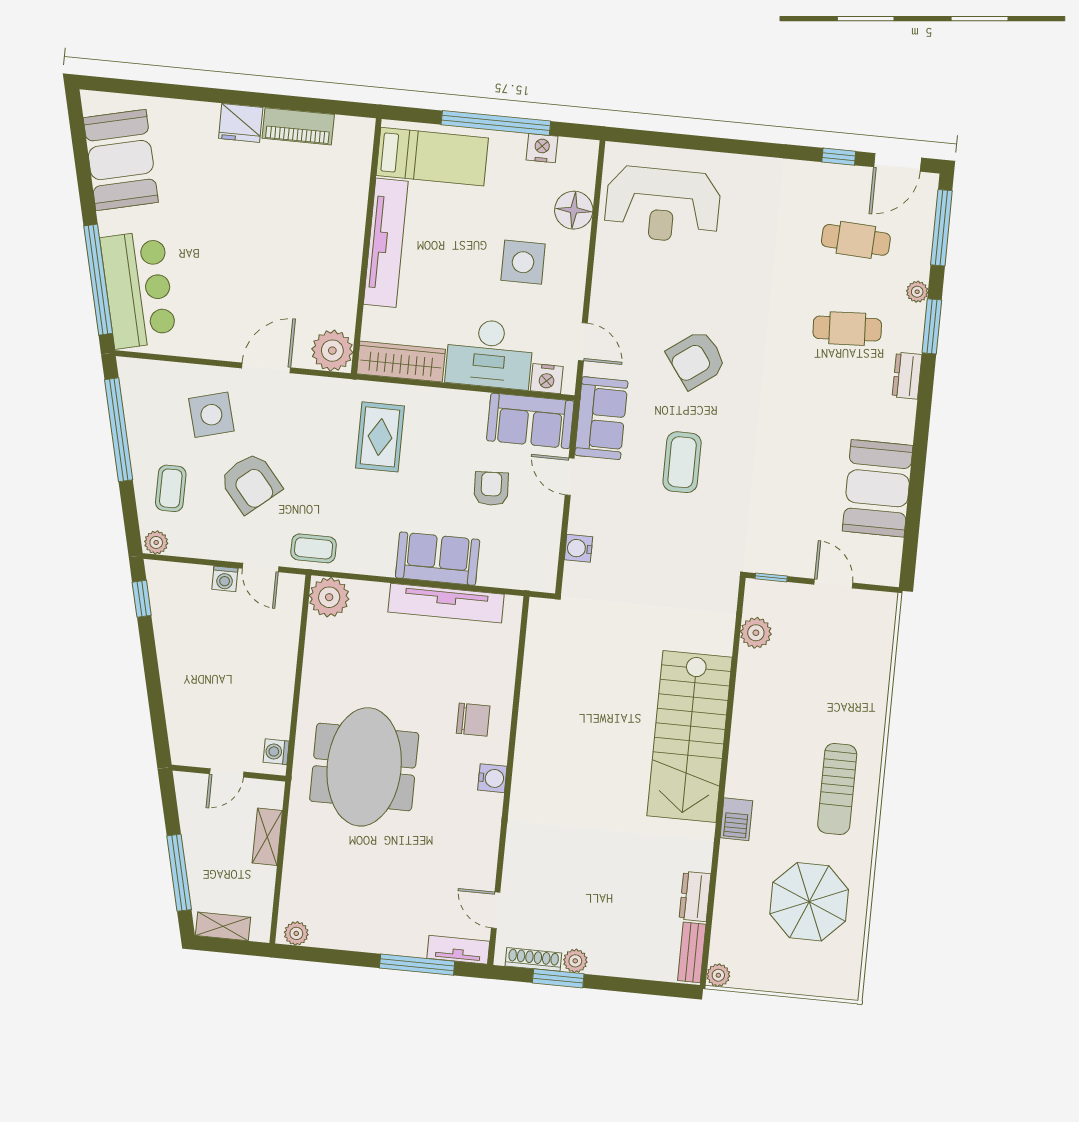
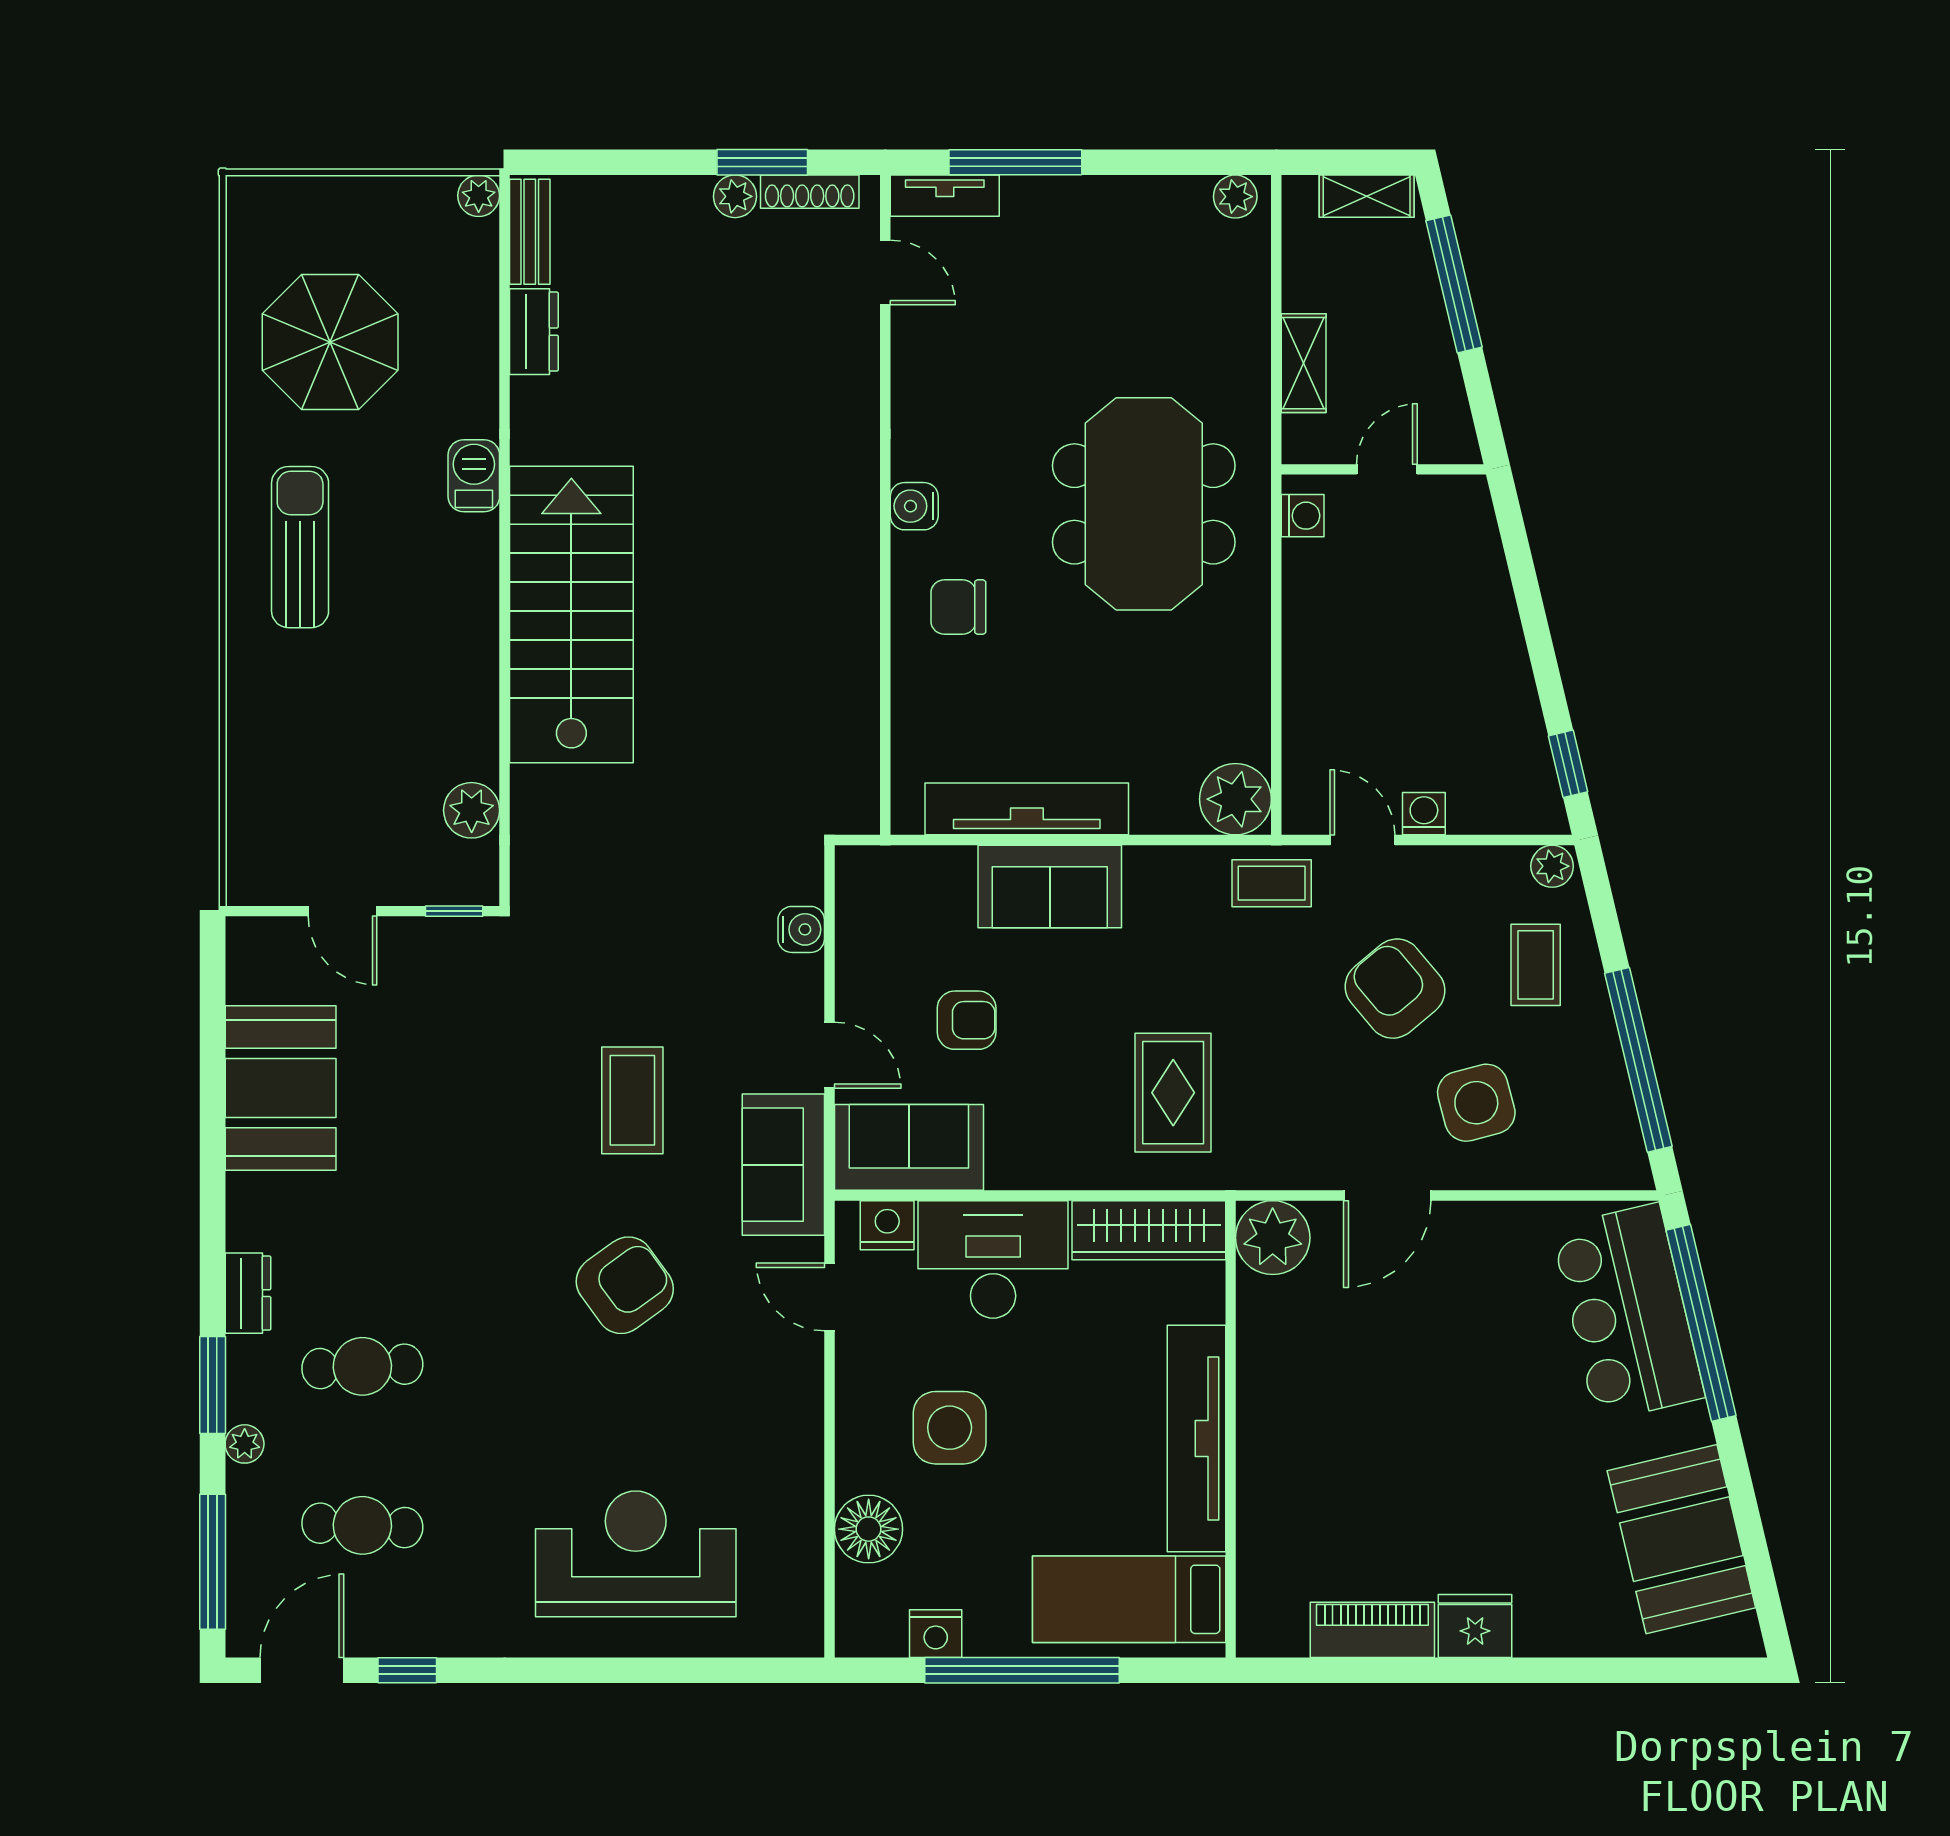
reception desk: (663, 205) -> (636, 1554), moved
armchair: (491, 489) -> (967, 1020), turned -87

